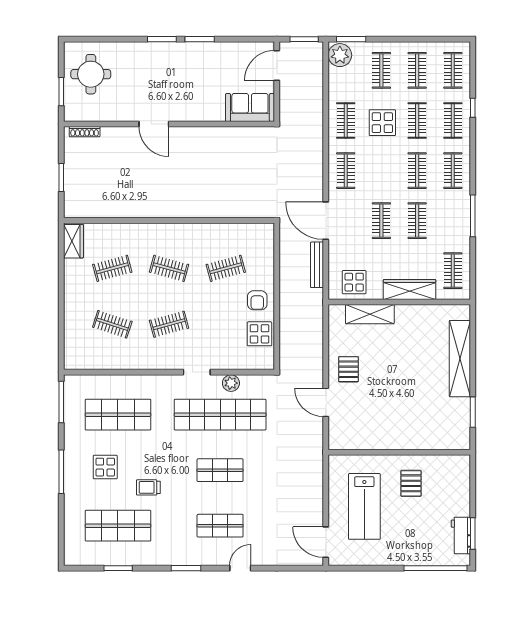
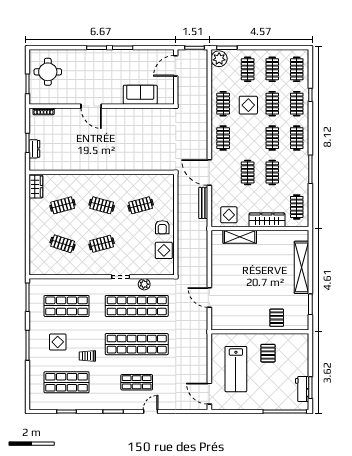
sofa: (250, 107) -> (140, 95), moved
dresser: (71, 186) -> (34, 149), added
pallet: (348, 369) -> (277, 318), moved
shop shelf: (220, 470) -> (137, 344), width x2.00, depth x1.36

